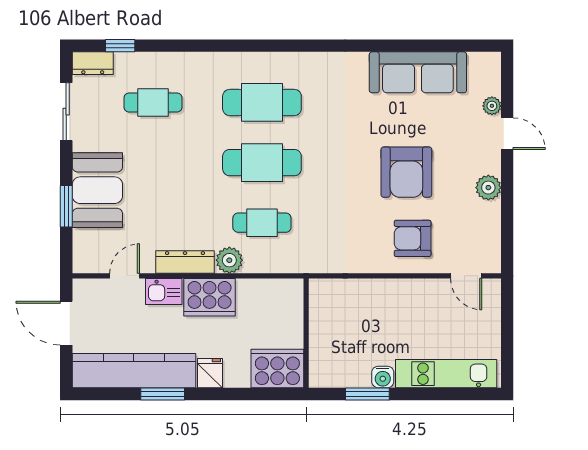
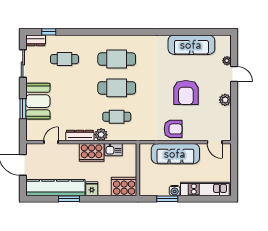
armchair: (413, 238) -> (173, 129), moved, turned 180
kitchen sink: (164, 291) -> (113, 150), moved
sofa: (385, 300) -> (175, 154), added

